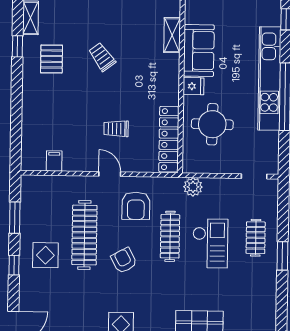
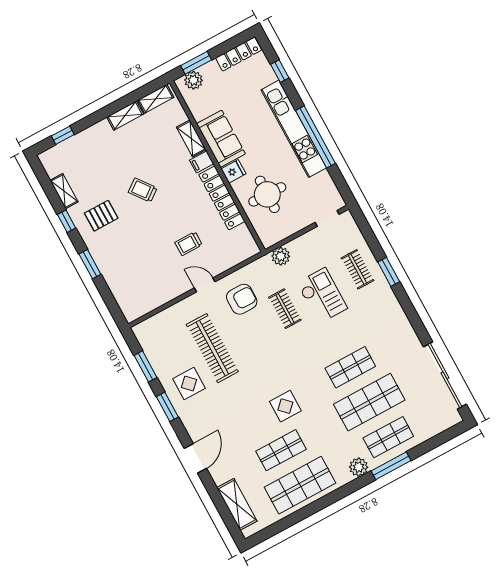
pallet: (52, 59) -> (101, 216), turned 90
window: (17, 97) -> (90, 264), added
locker: (169, 139) -> (222, 198), moved
filing cabinet: (54, 161) -> (202, 162), moved, turned -90
armchair: (136, 206) -> (242, 299), turned -90
clothes rail: (170, 236) -> (285, 309), width x0.73
armchair: (124, 260) -> (258, 351), removed
window: (14, 265) -> (167, 407), width x1.50

